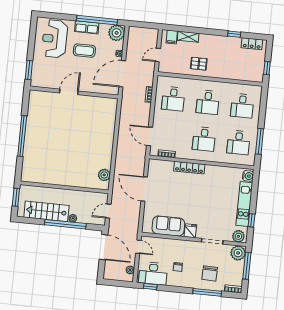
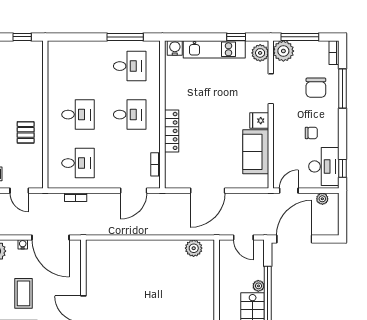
desk: (242, 106) -> (78, 66), removed
chair: (210, 273) -> (316, 88), turned 88

